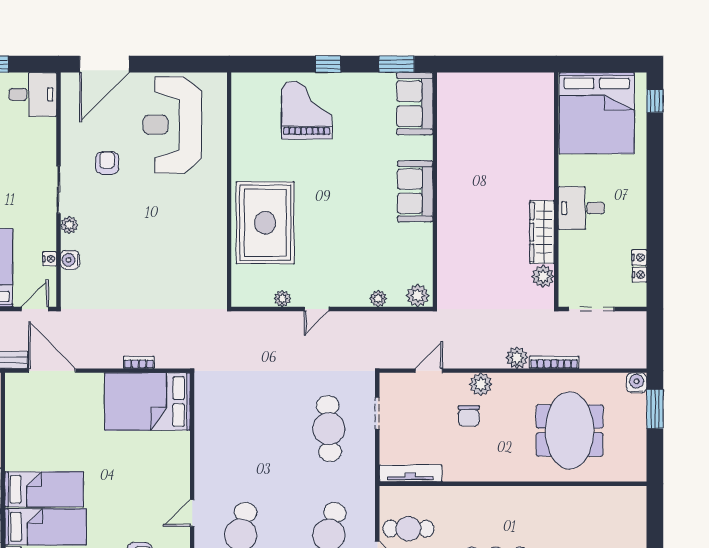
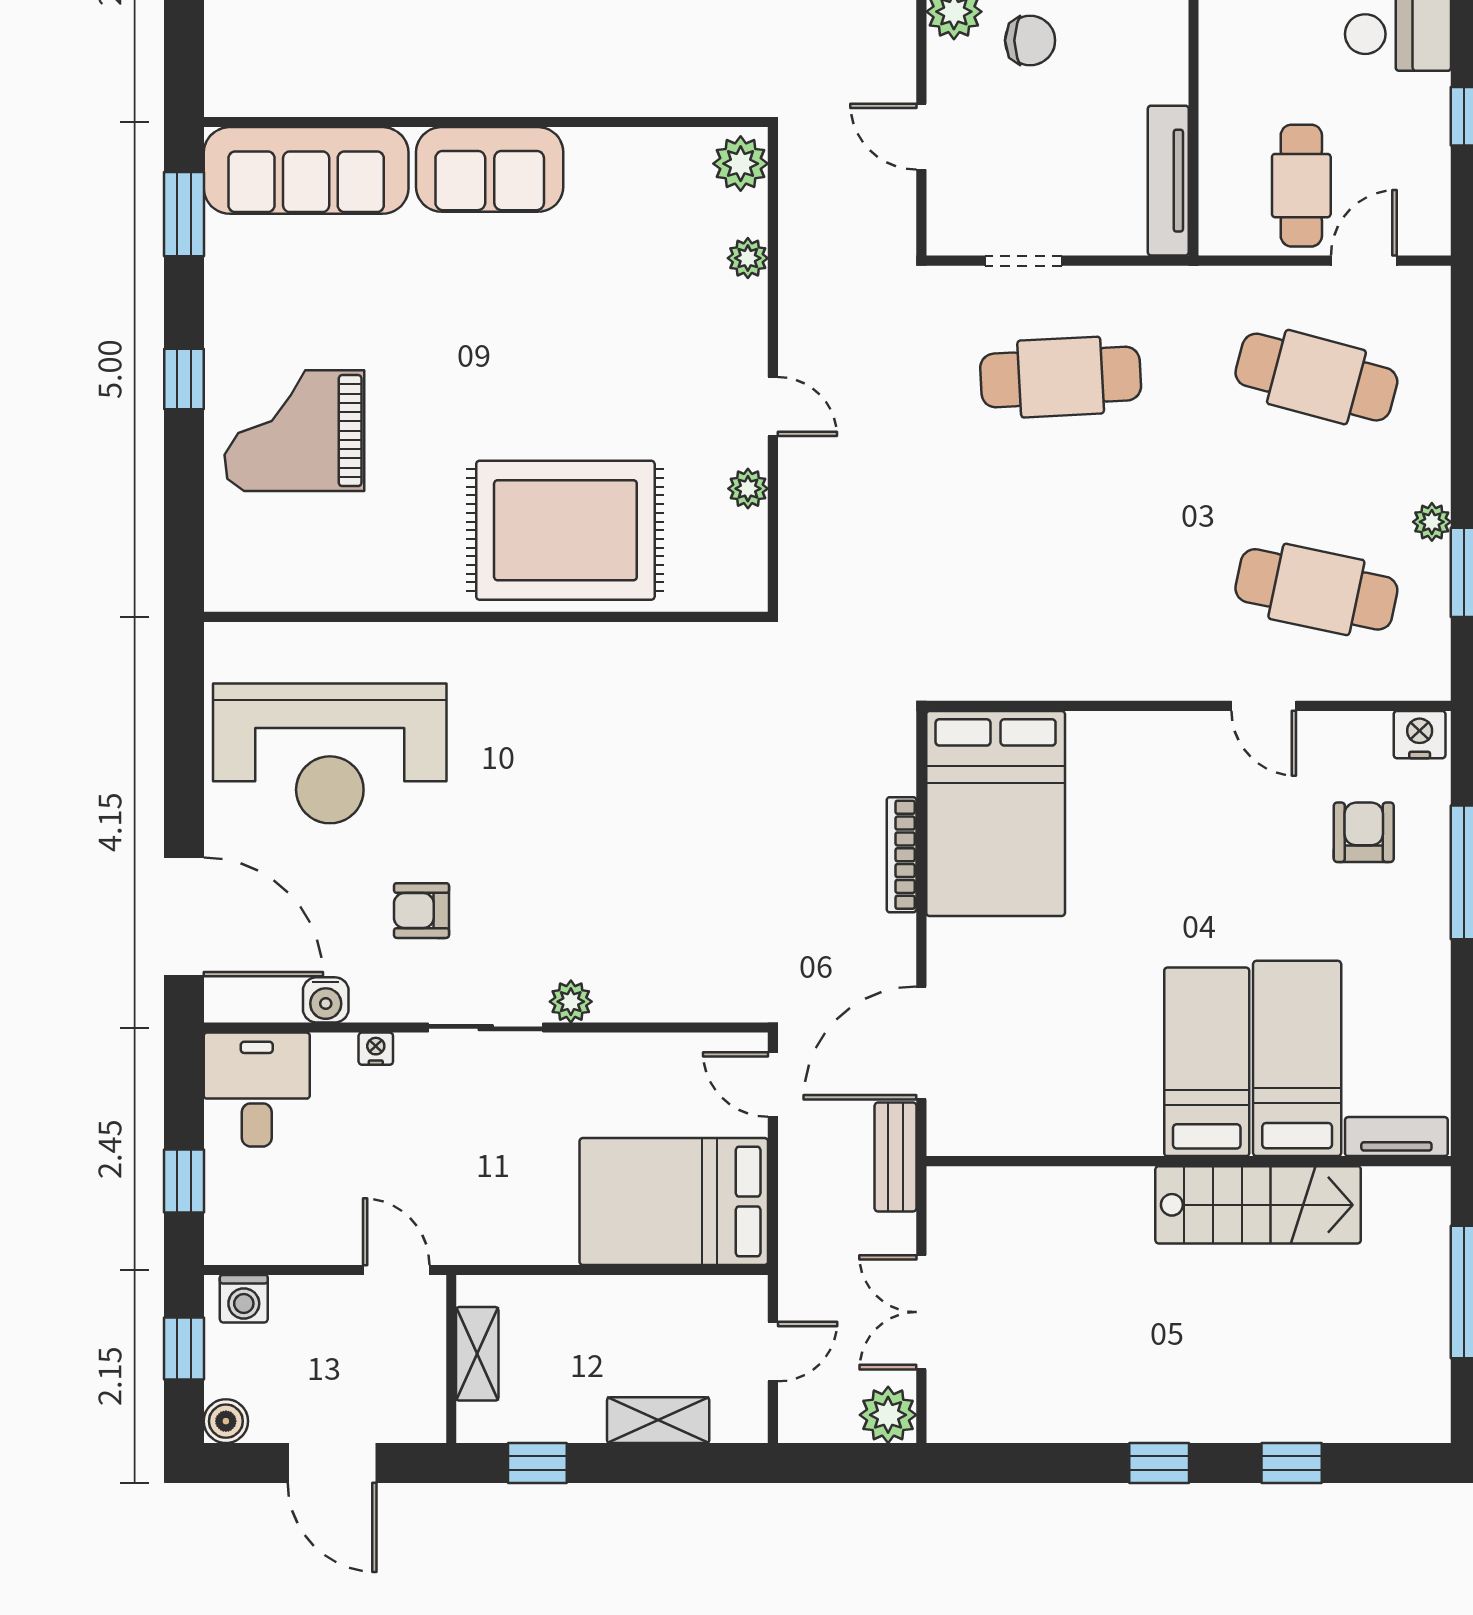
sofa: (415, 104) -> (306, 170), width x1.36
nightstand: (50, 259) -> (376, 1049), moved
water cooler: (70, 260) -> (326, 1000), moved
bookcase: (139, 362) -> (902, 855), width x1.56

